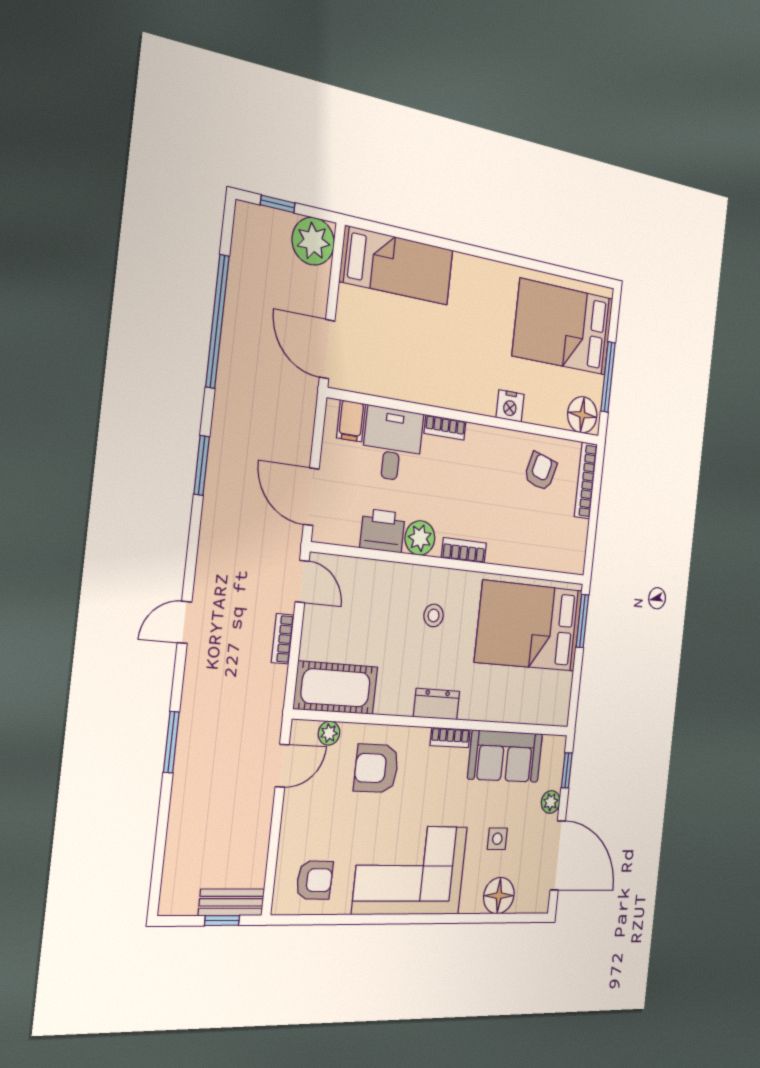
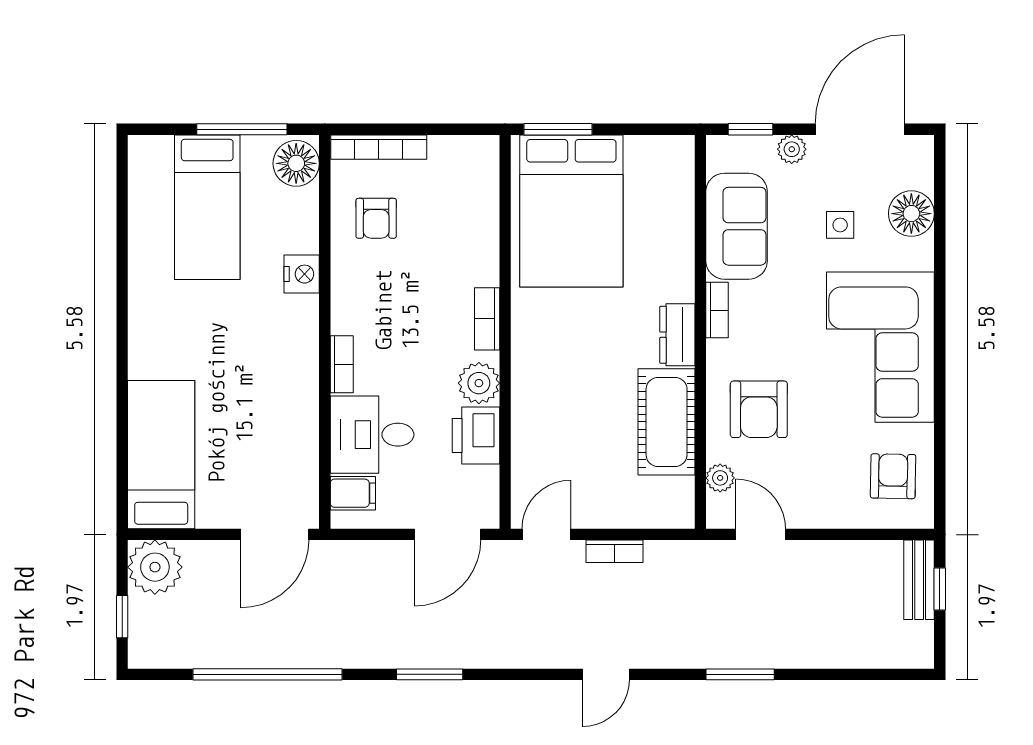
bed: (563, 327) -> (207, 207), width x0.67
armchair: (541, 471) -> (376, 218), turned -106
stool: (434, 615) -> (570, 352), removed
door: (184, 622) -> (606, 674), hinge flipped
cot: (336, 688) -> (667, 422), moved

